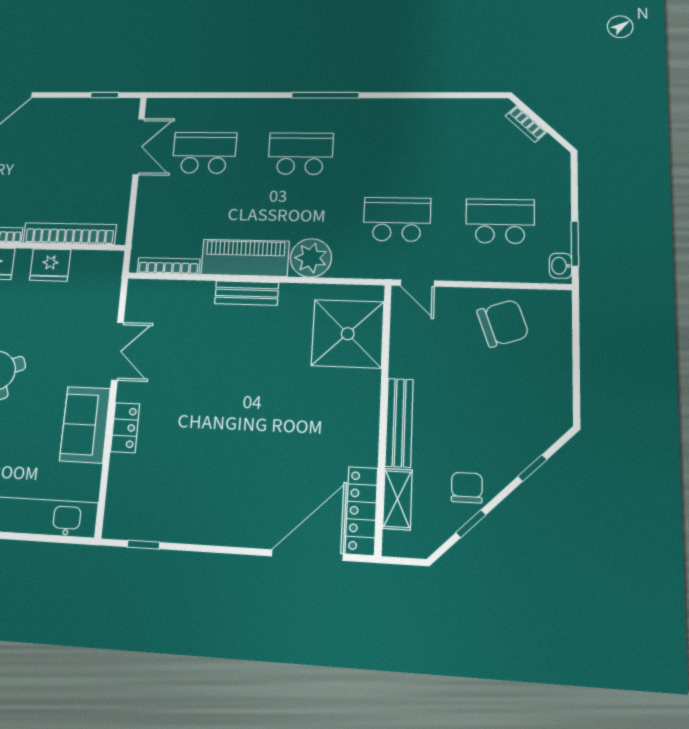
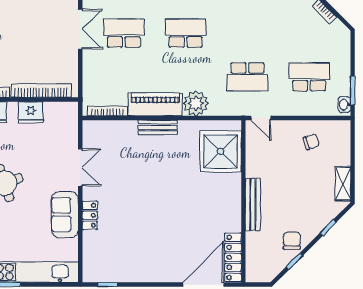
school desk: (397, 219) -> (247, 77), turned 180
chair: (503, 323) -> (311, 142), width x0.54, depth x0.54
shelving: (397, 499) -> (343, 184), moved

